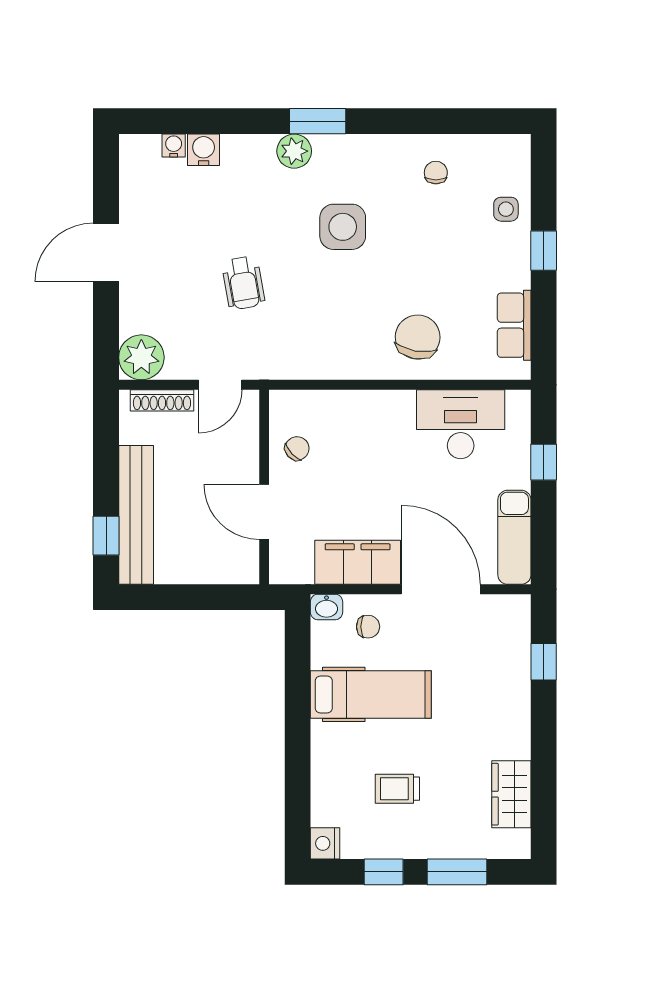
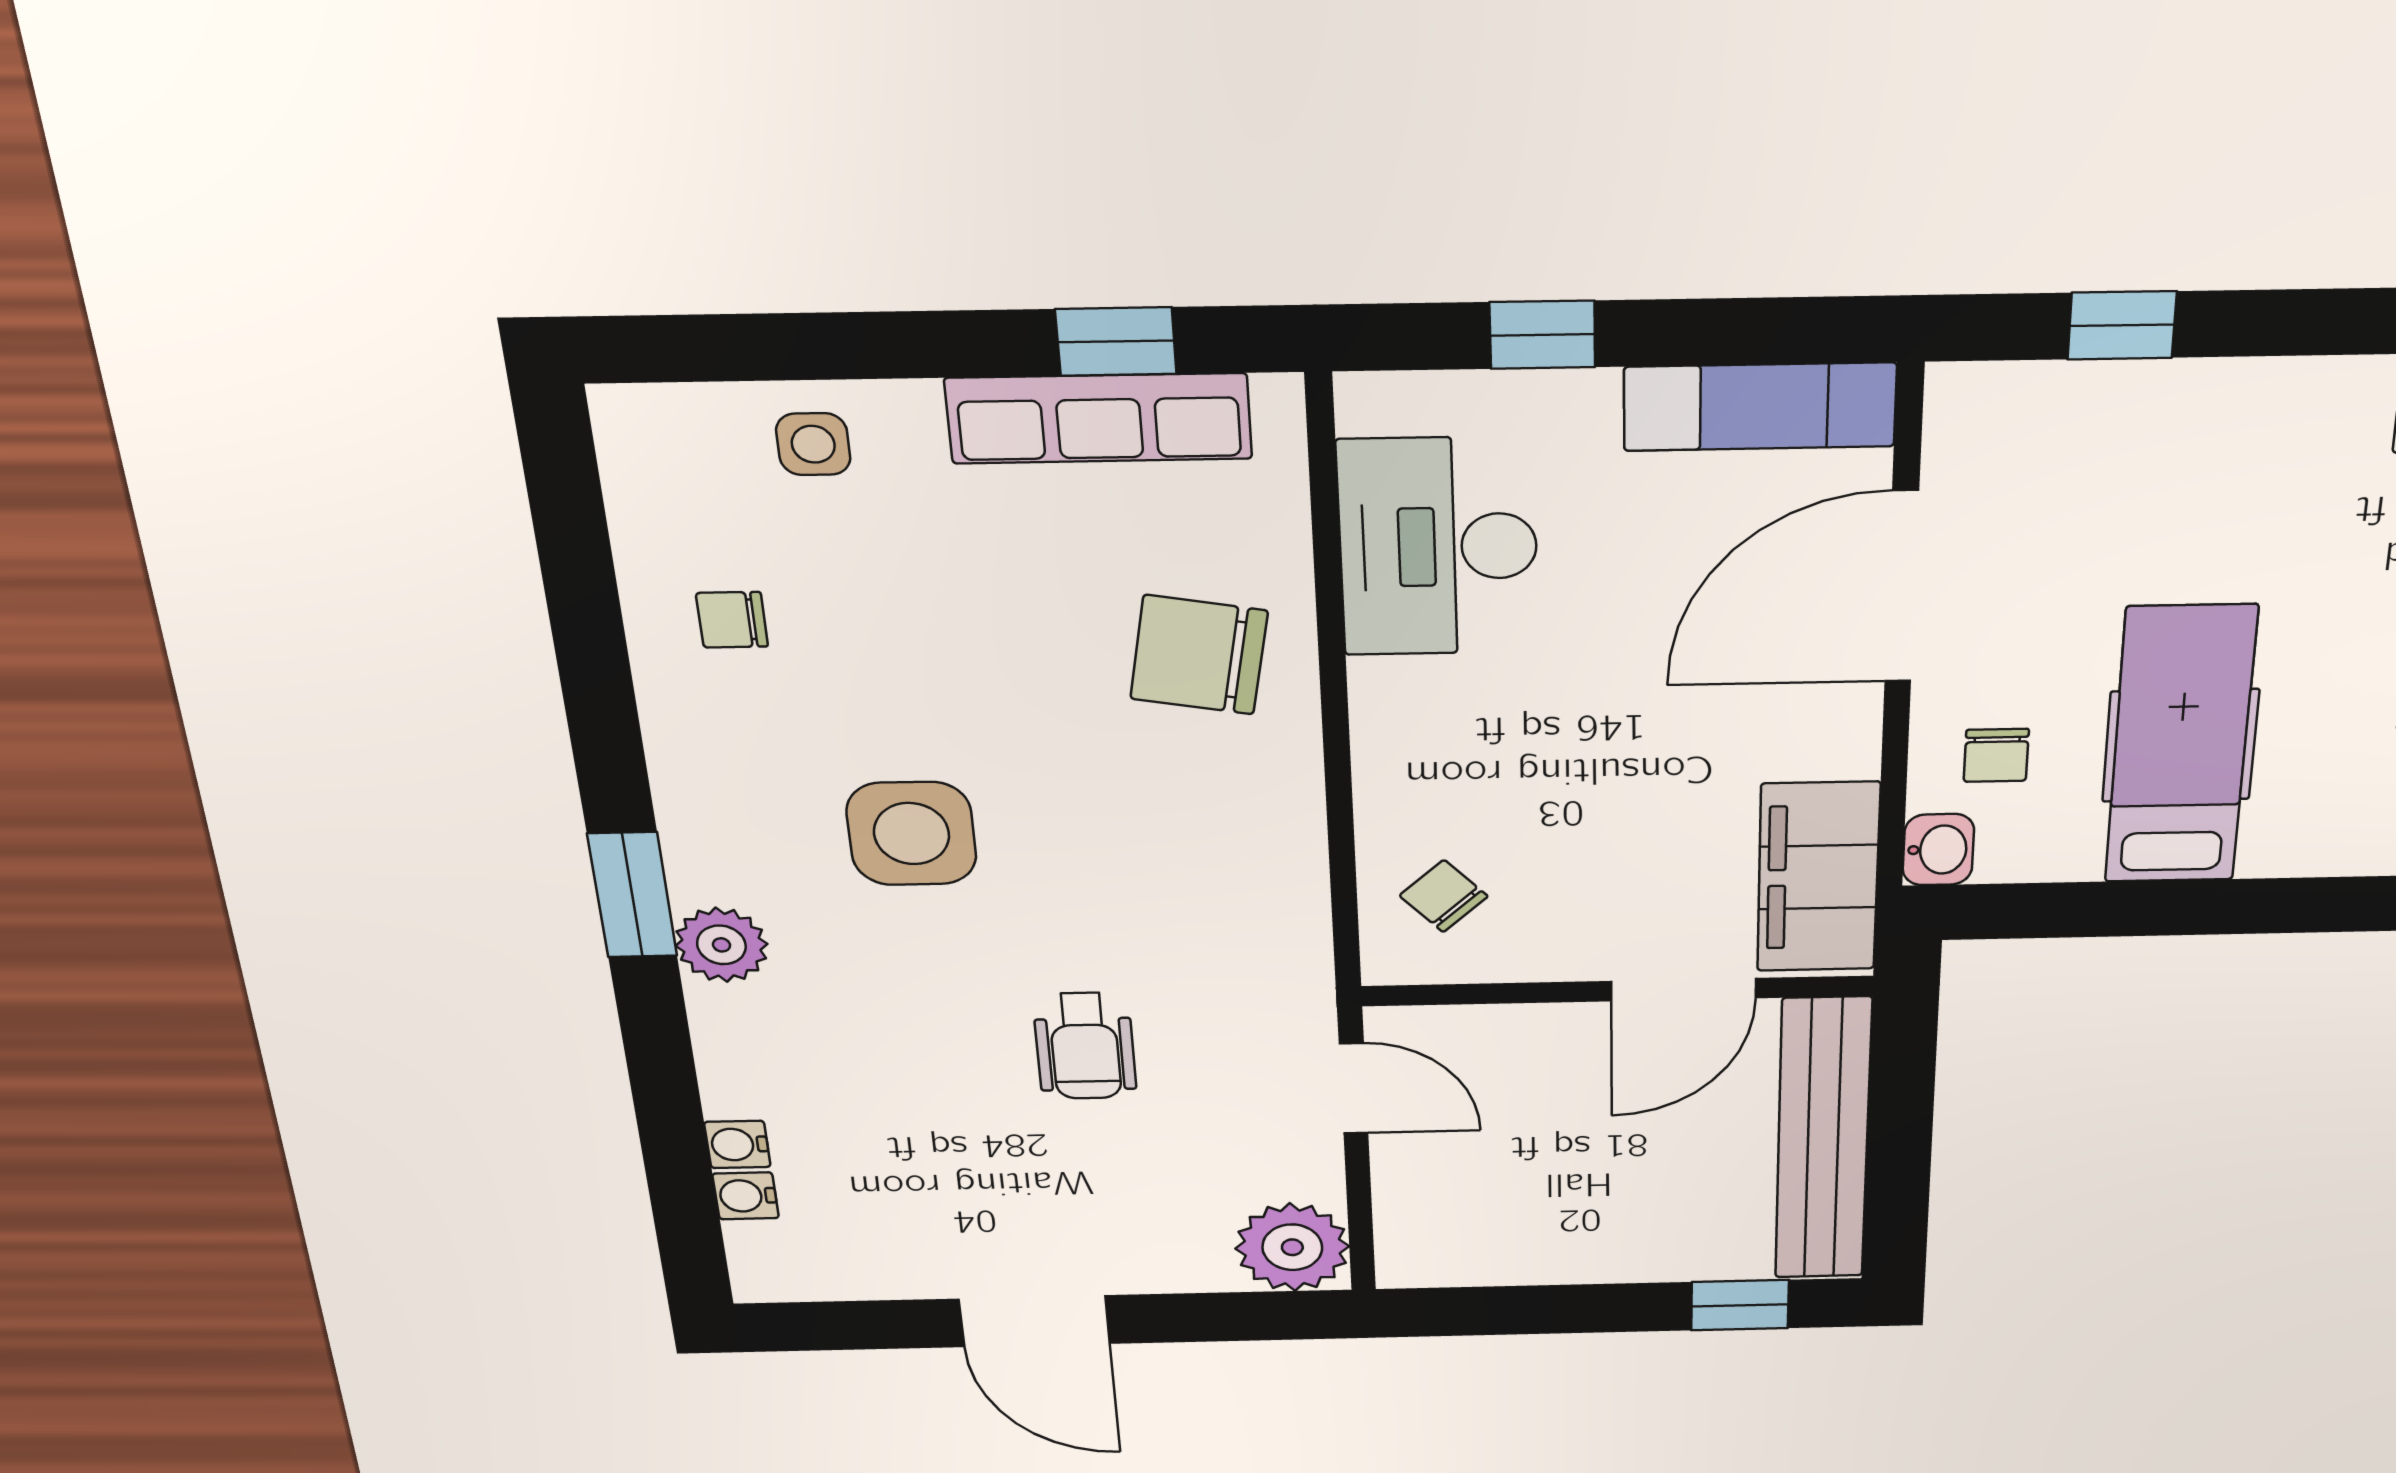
water cooler: (204, 150) -> (737, 1144), width x0.72, depth x0.72
window: (544, 251) -> (1116, 342), moved
wheelchair: (243, 283) -> (1085, 1046), turned 100
row of seats: (514, 325) -> (1099, 418), width x1.48
shoe rack: (162, 400) -> (1399, 1205), removed
chair: (297, 448) -> (1444, 896), moved
bench: (136, 515) -> (1823, 1140), moved, turned 90
filing cabinet: (358, 562) -> (1818, 877), moved
chair: (368, 627) -> (1996, 755), turned 180

